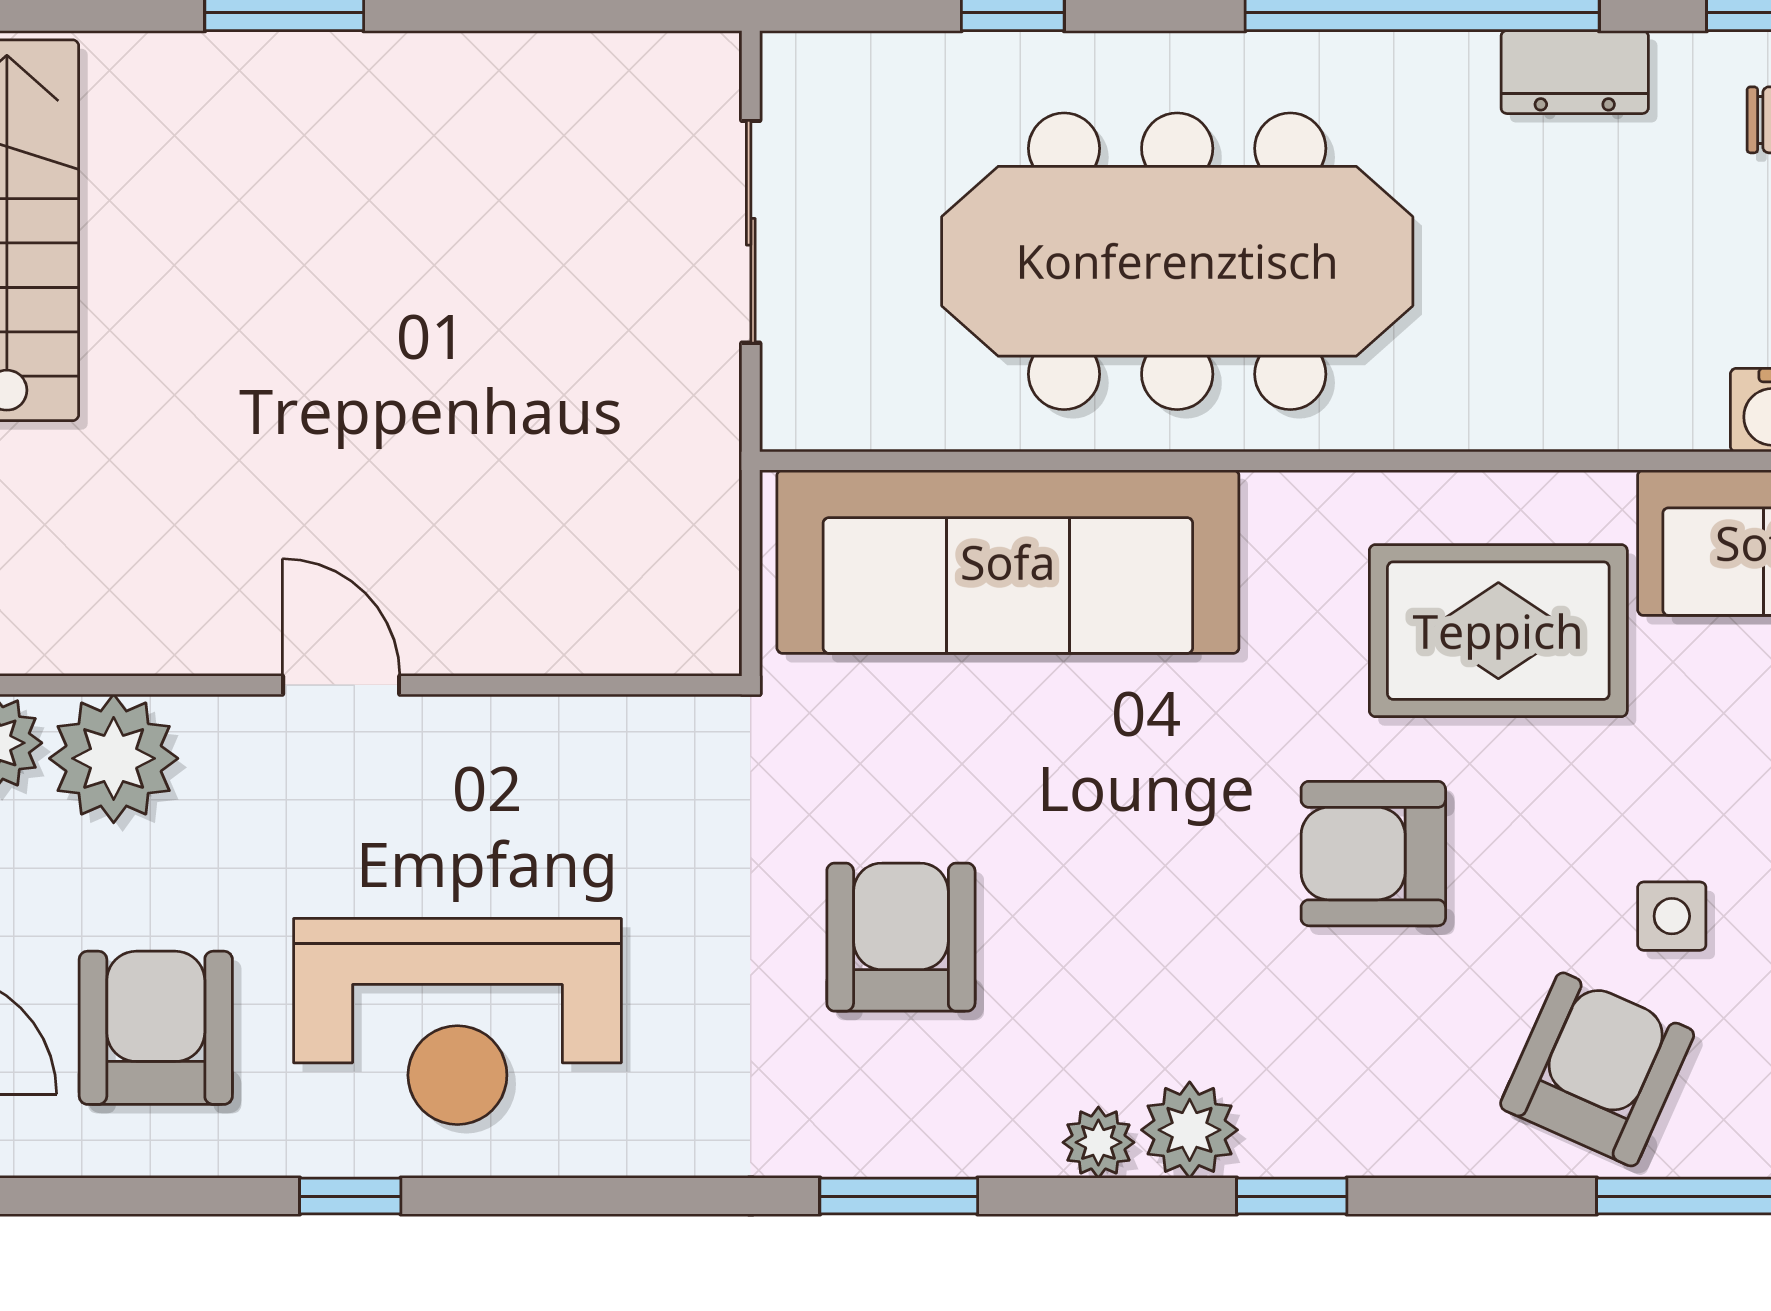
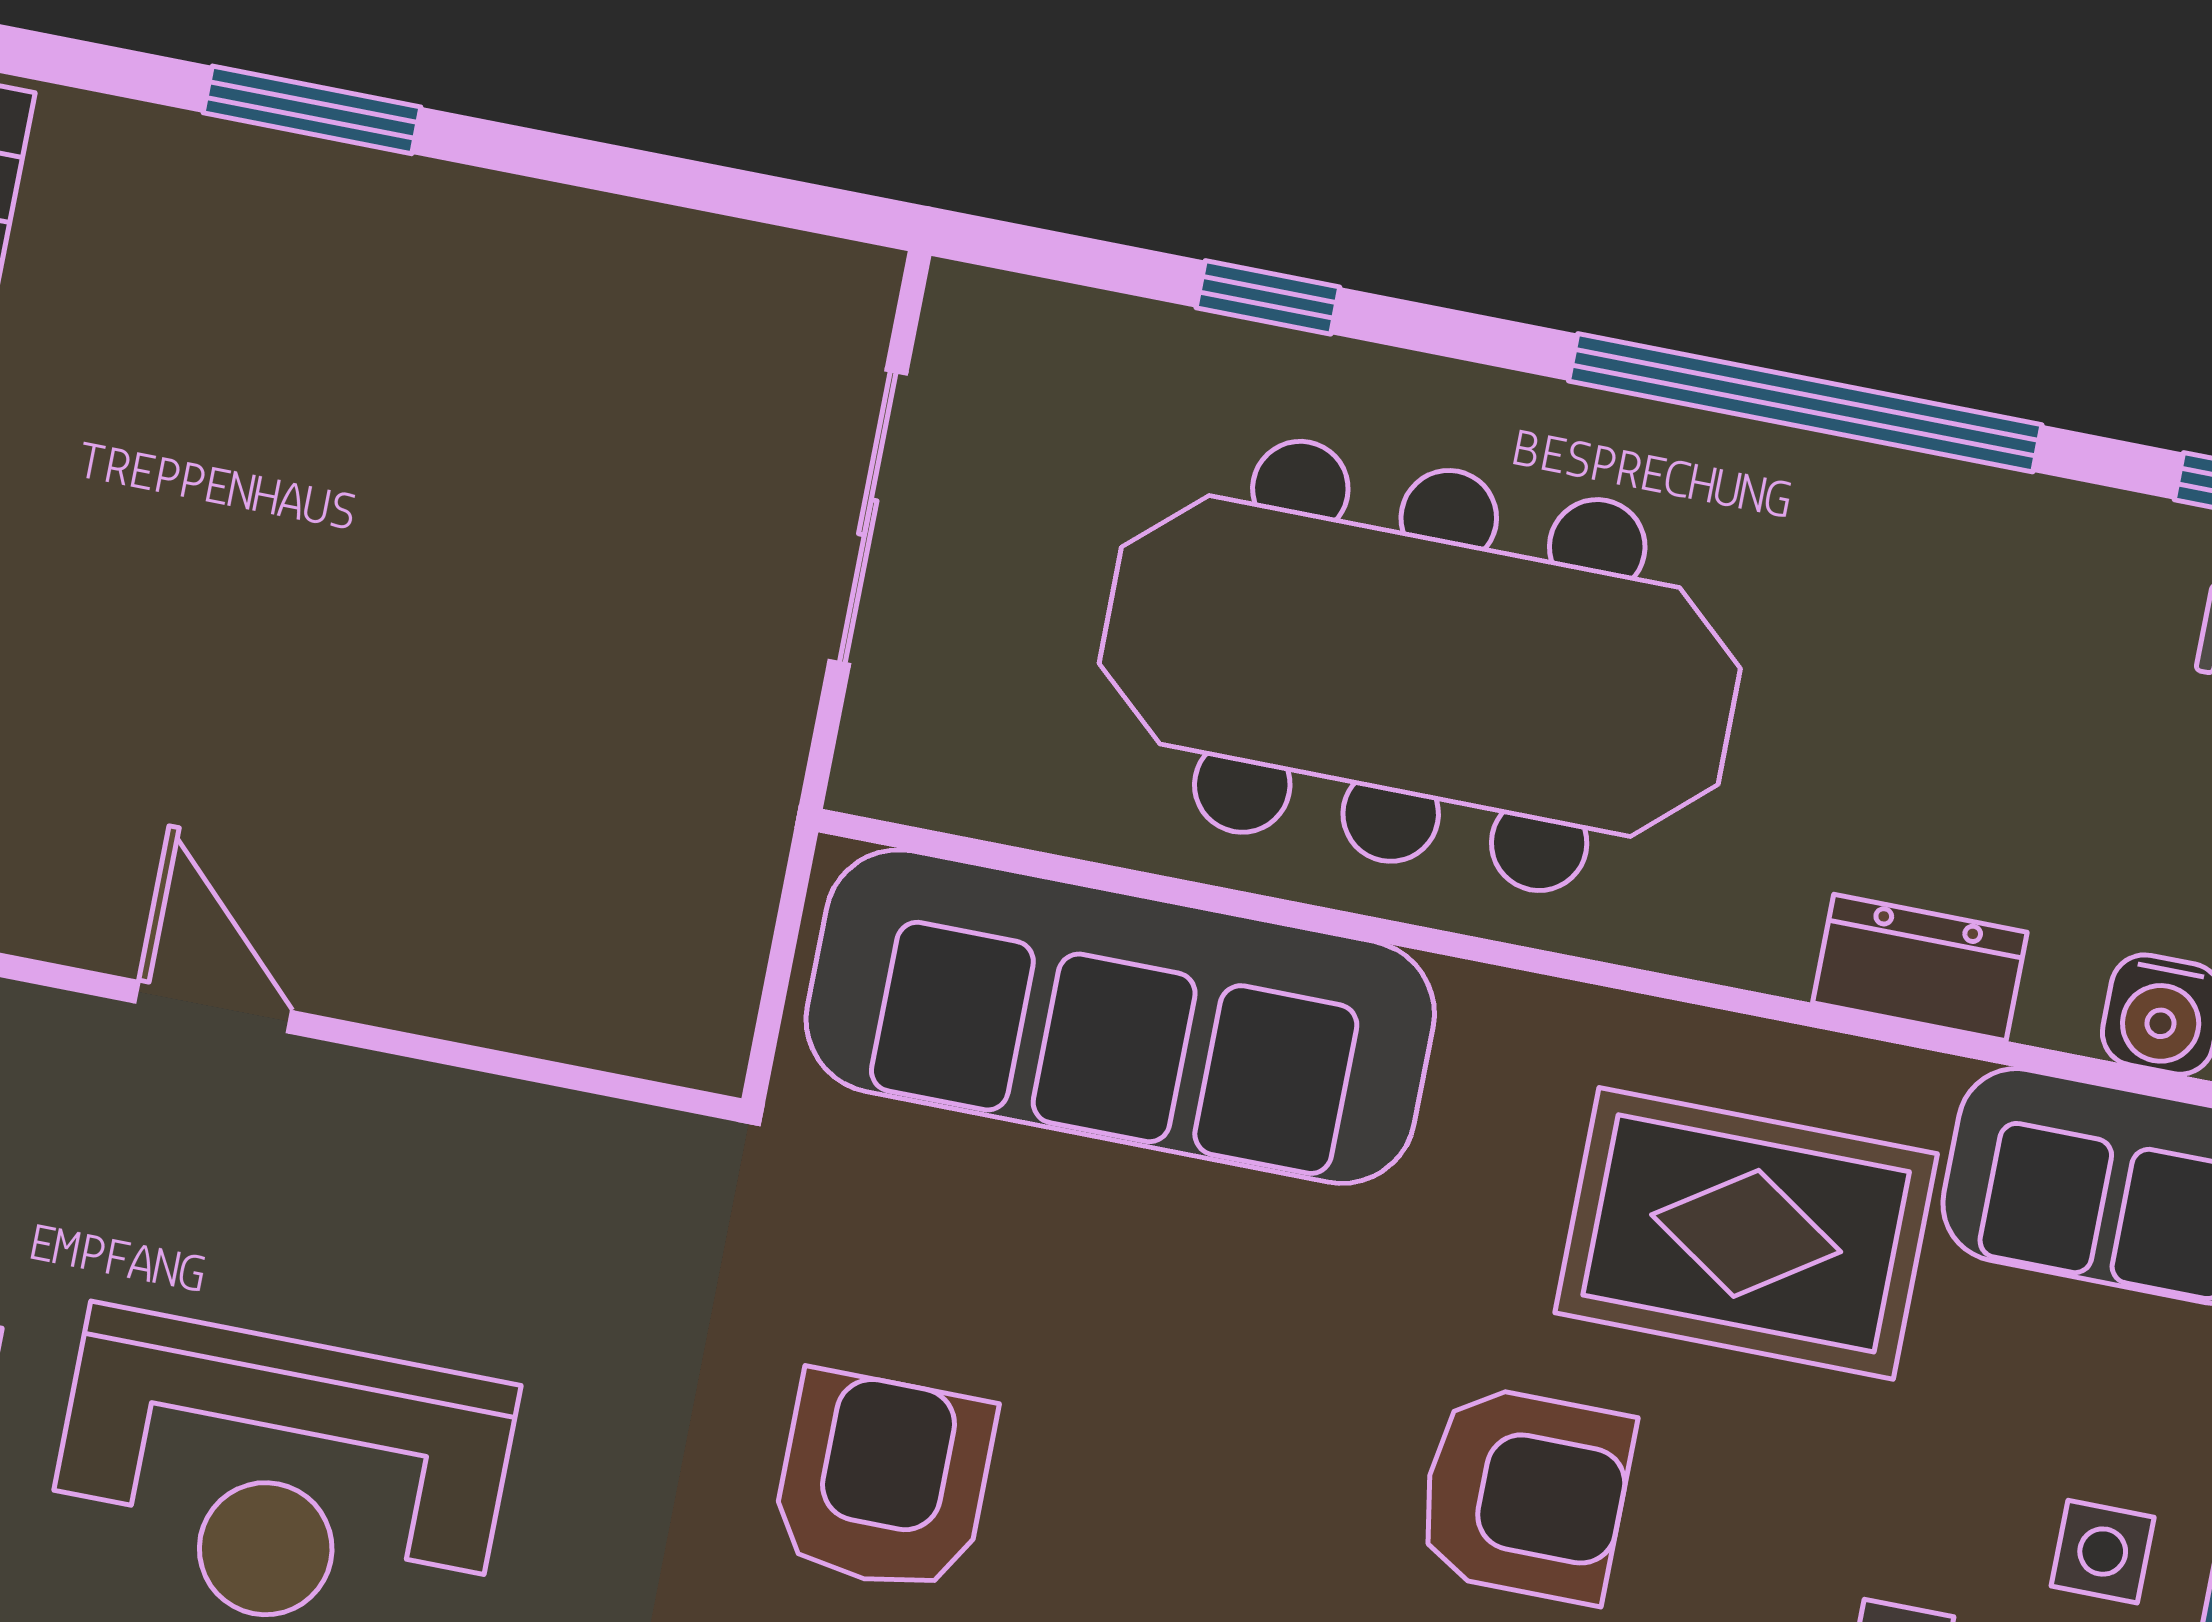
dresser: (1575, 72) -> (1920, 968), moved, turned 180
armchair: (1373, 854) -> (1525, 1494), turned 180

